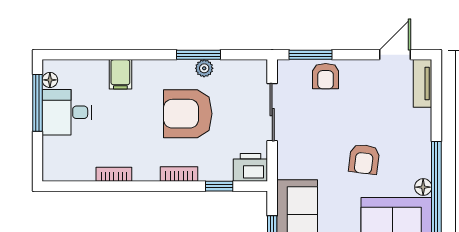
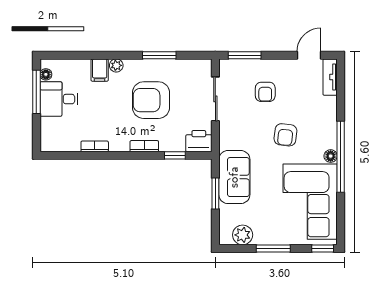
plant: (204, 68) -> (116, 65), moved
armchair: (326, 76) -> (265, 92), moved

